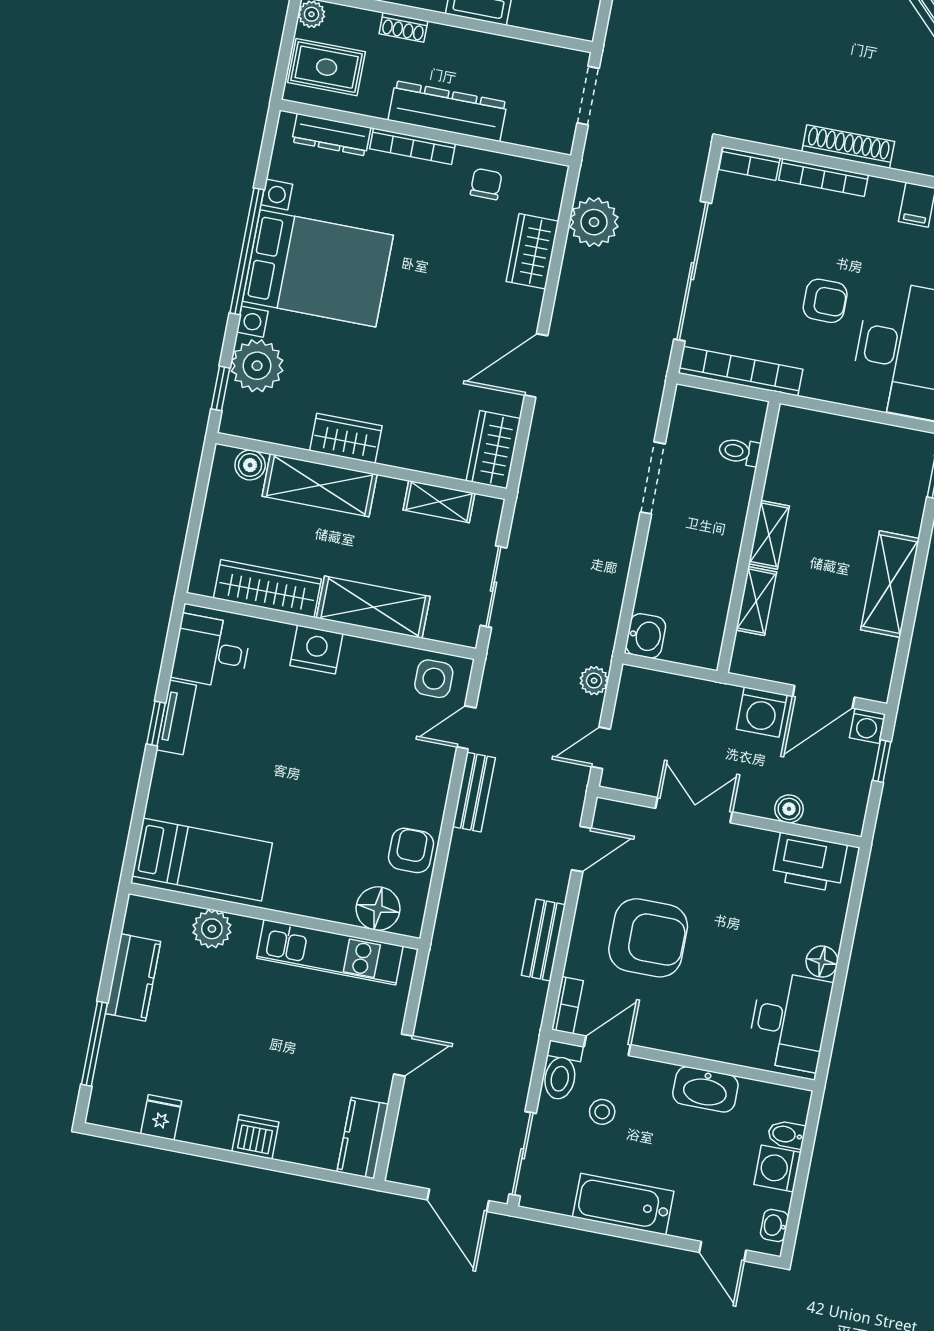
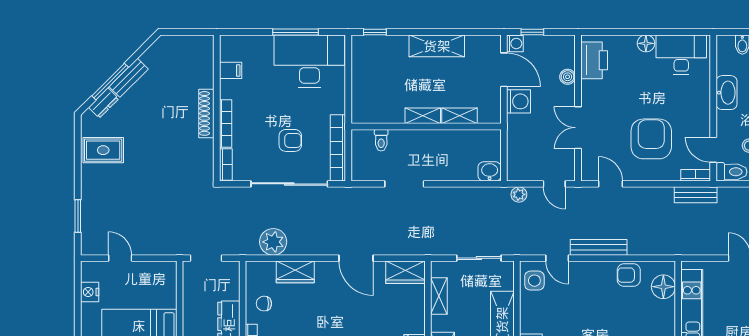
armchair: (825, 301) -> (290, 140), moved, turned 90
bench: (474, 792) -> (599, 247), width x1.36
bench: (543, 940) -> (696, 195), moved

